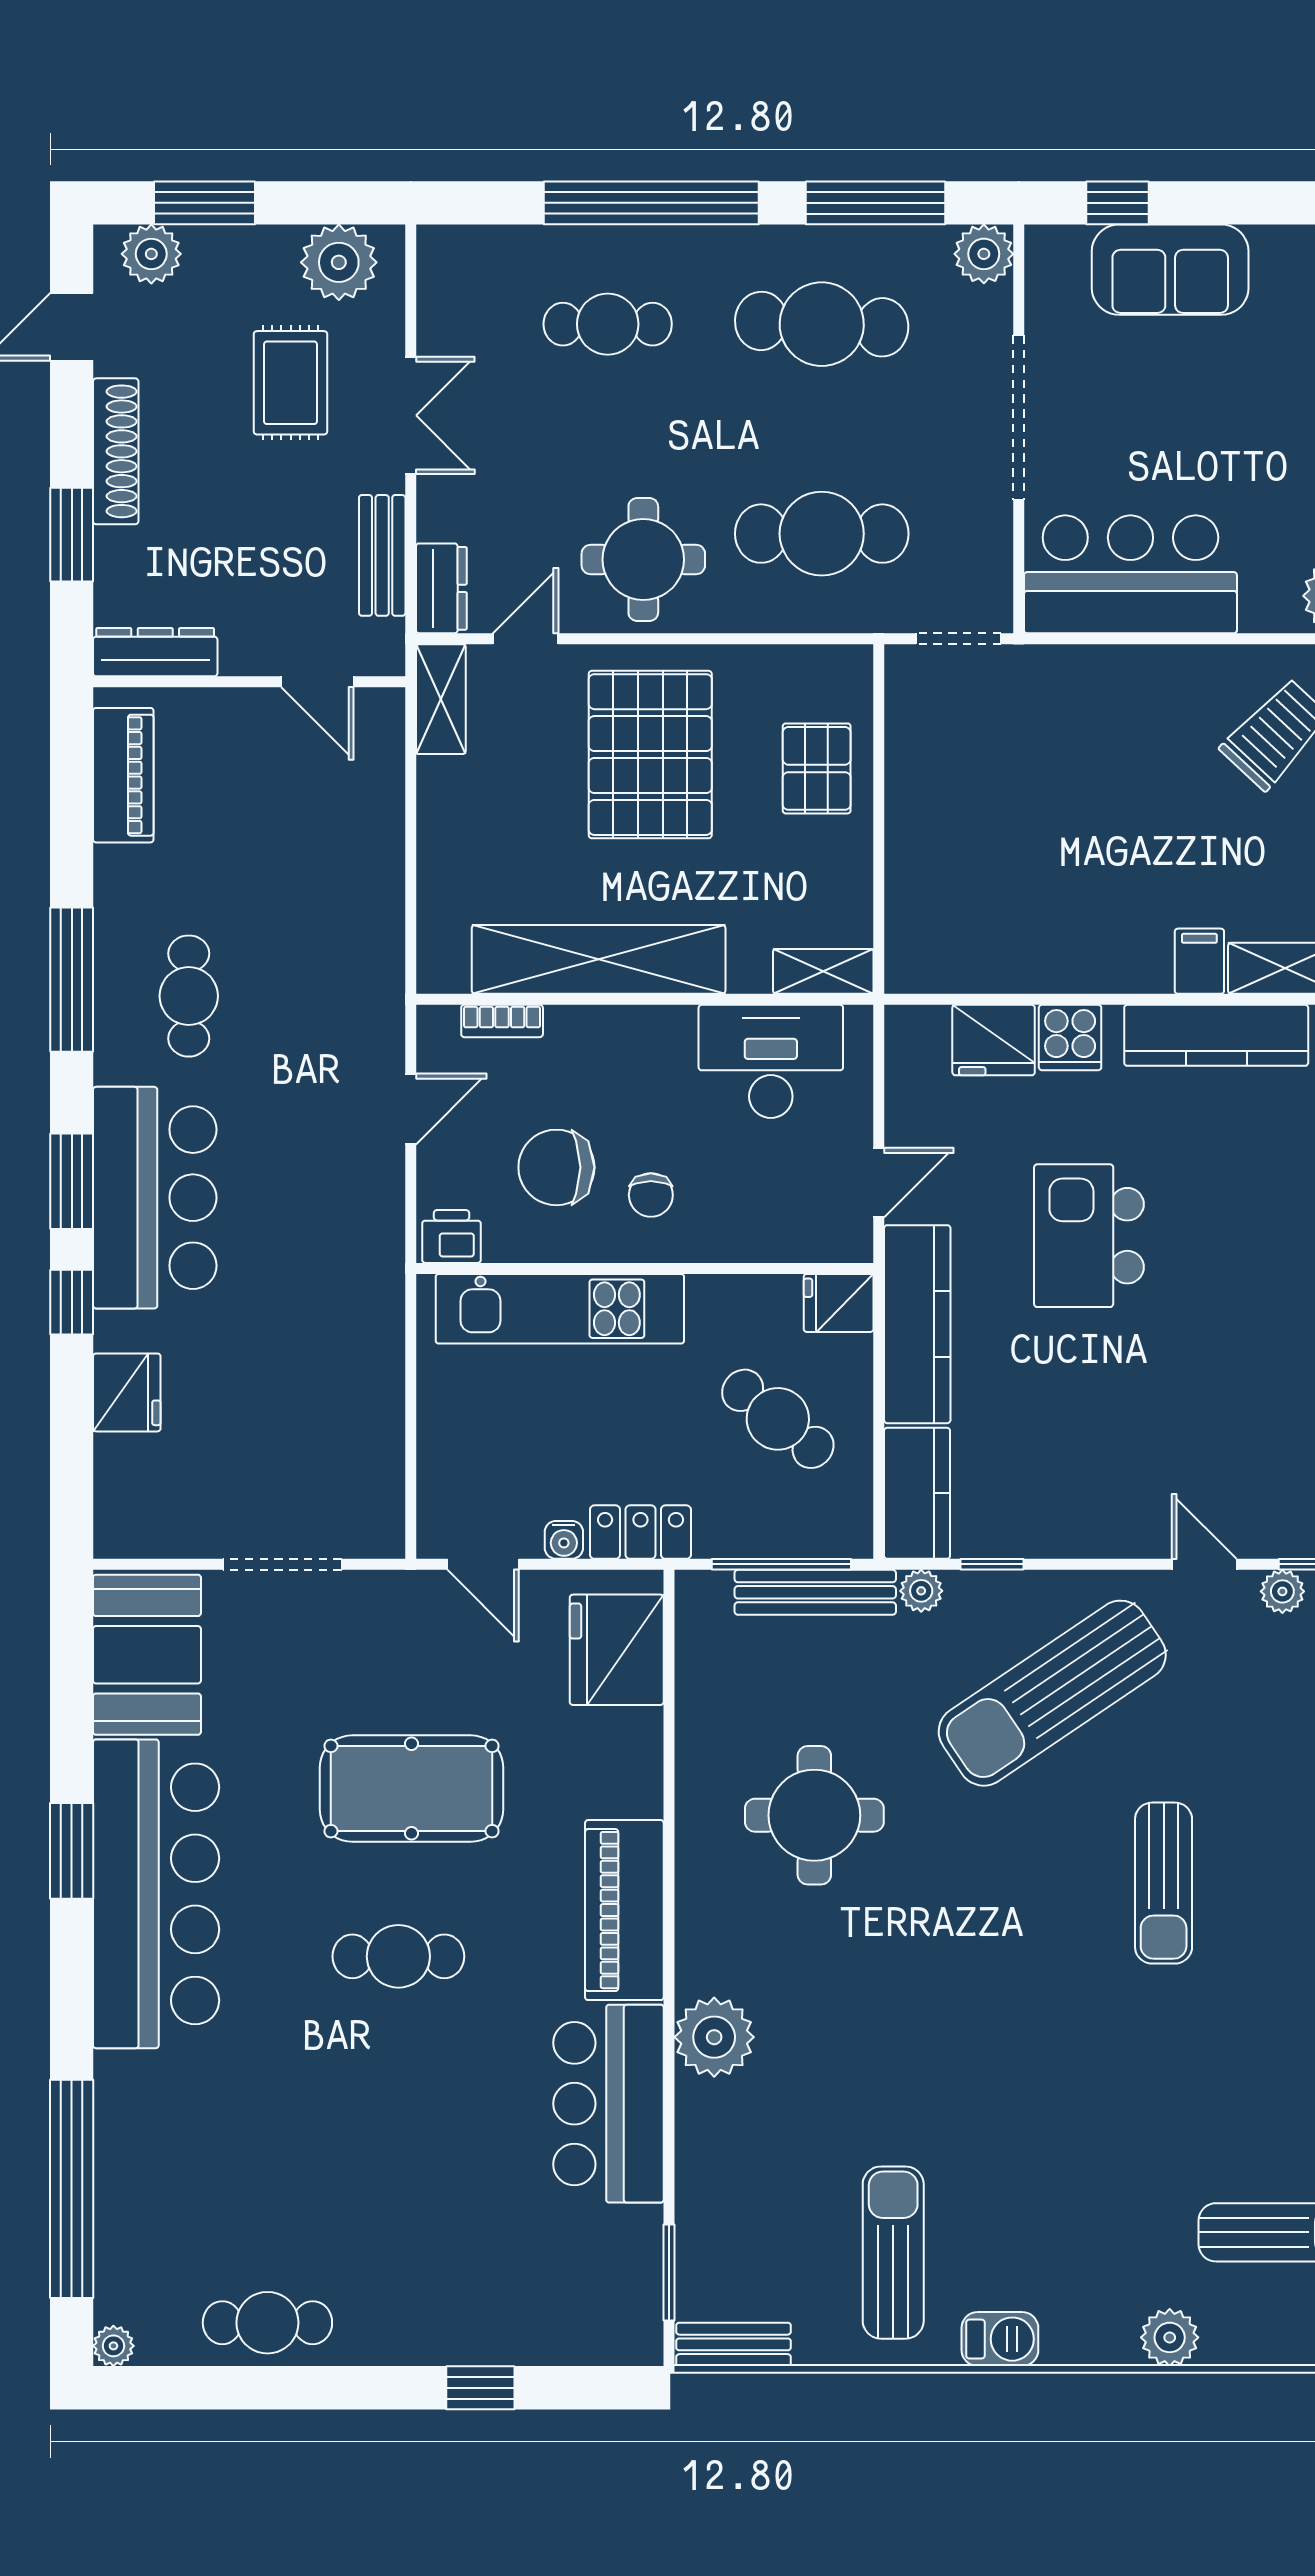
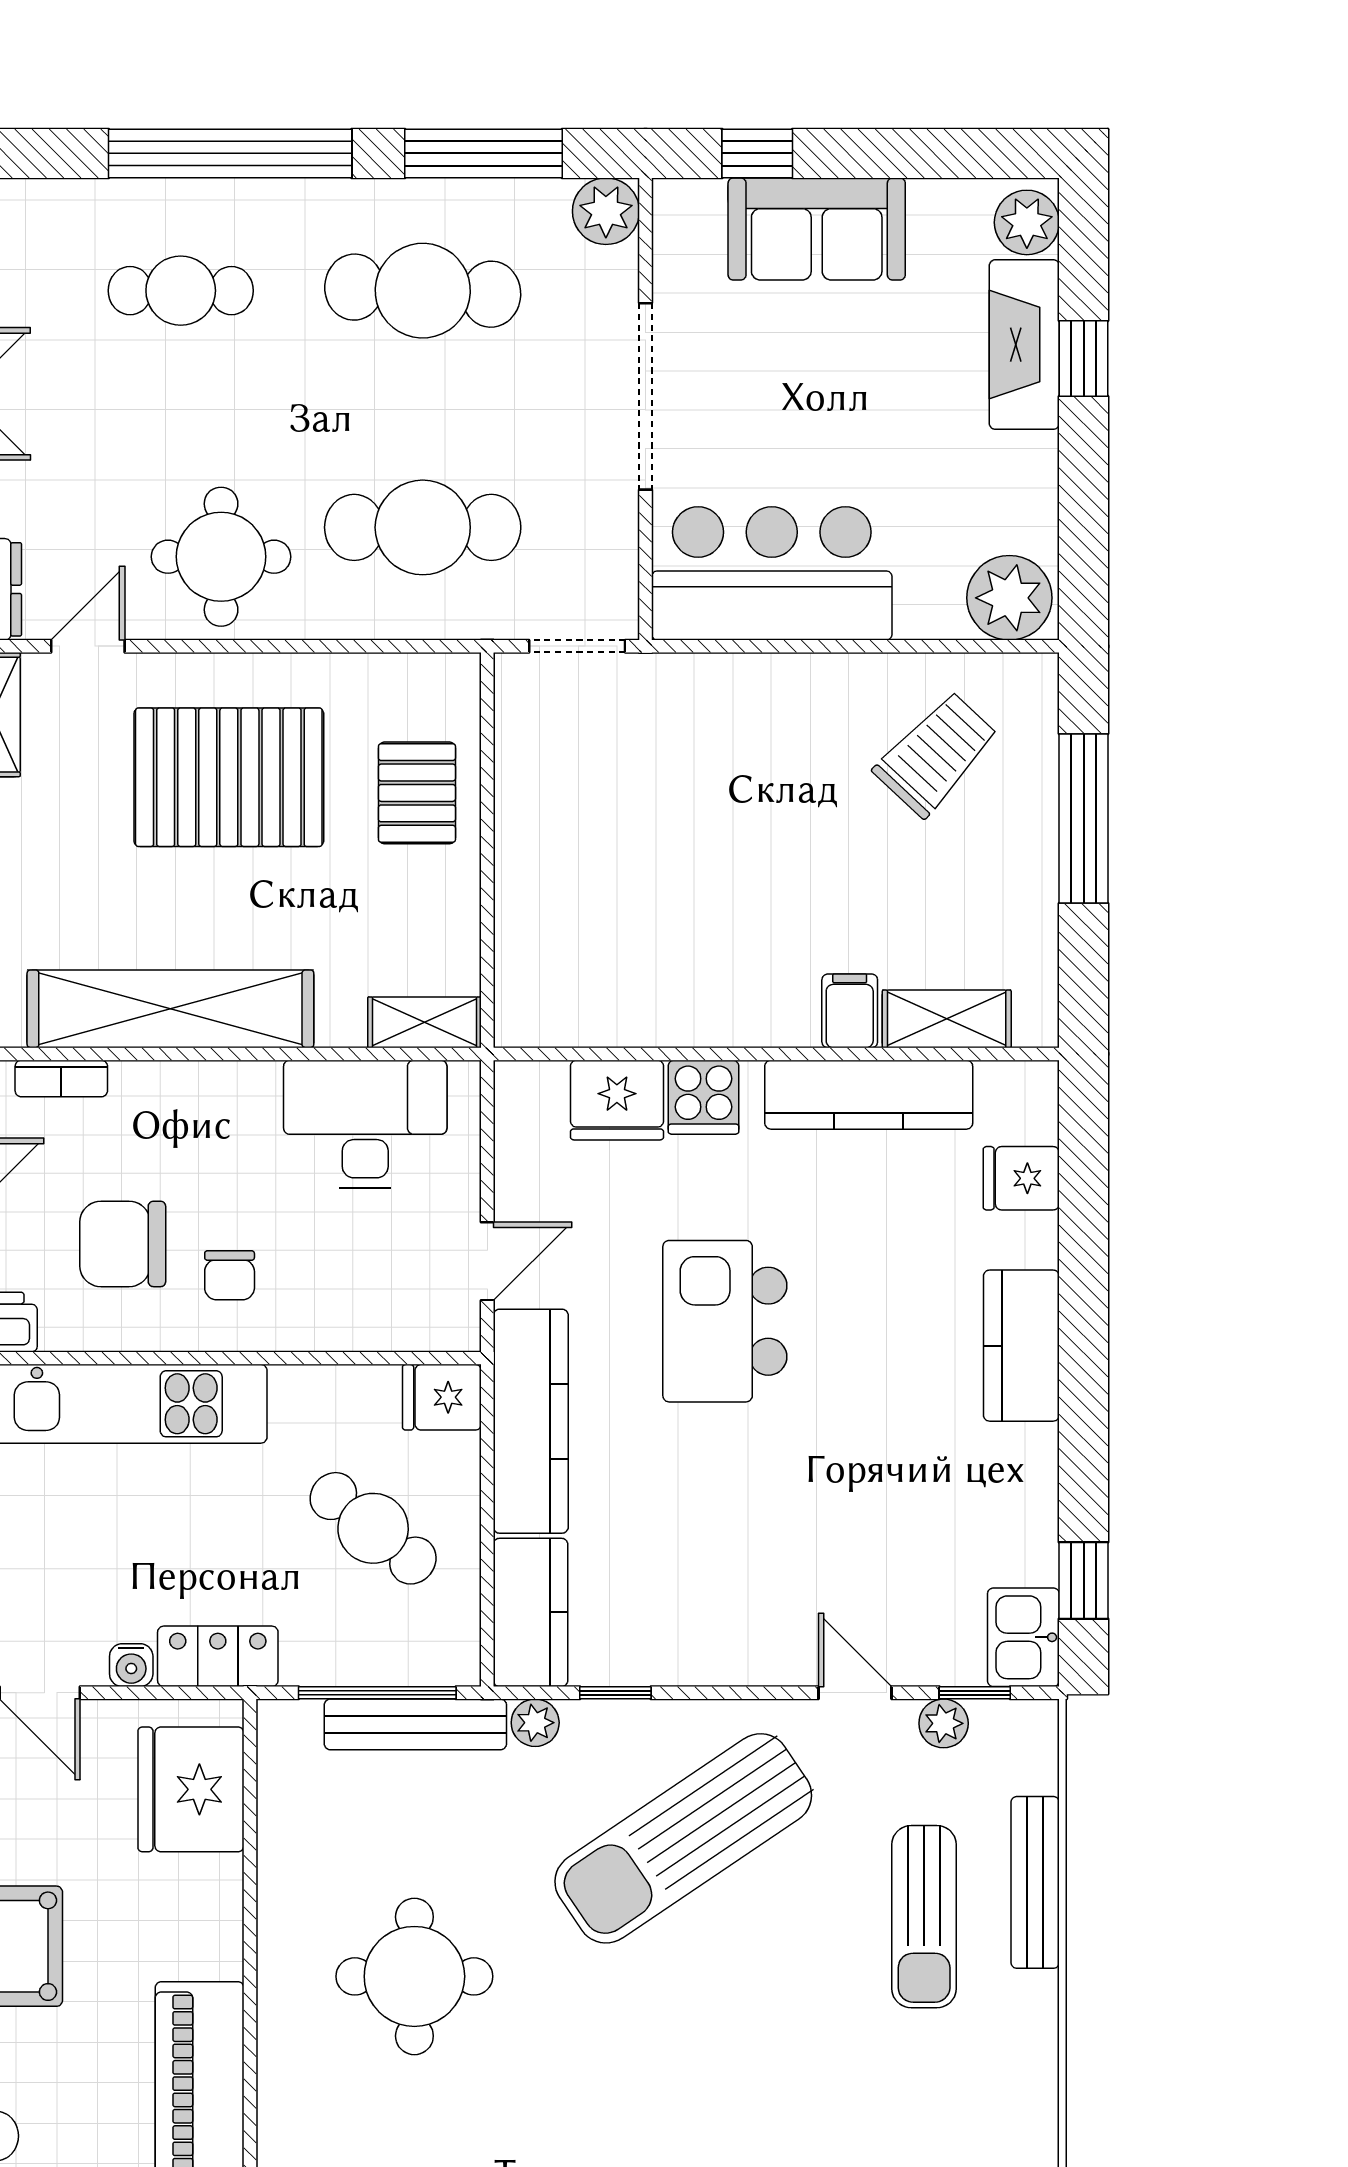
pallet: (650, 755) -> (229, 777), turned 90
sun lounger: (1164, 1883) -> (924, 1917), moved

